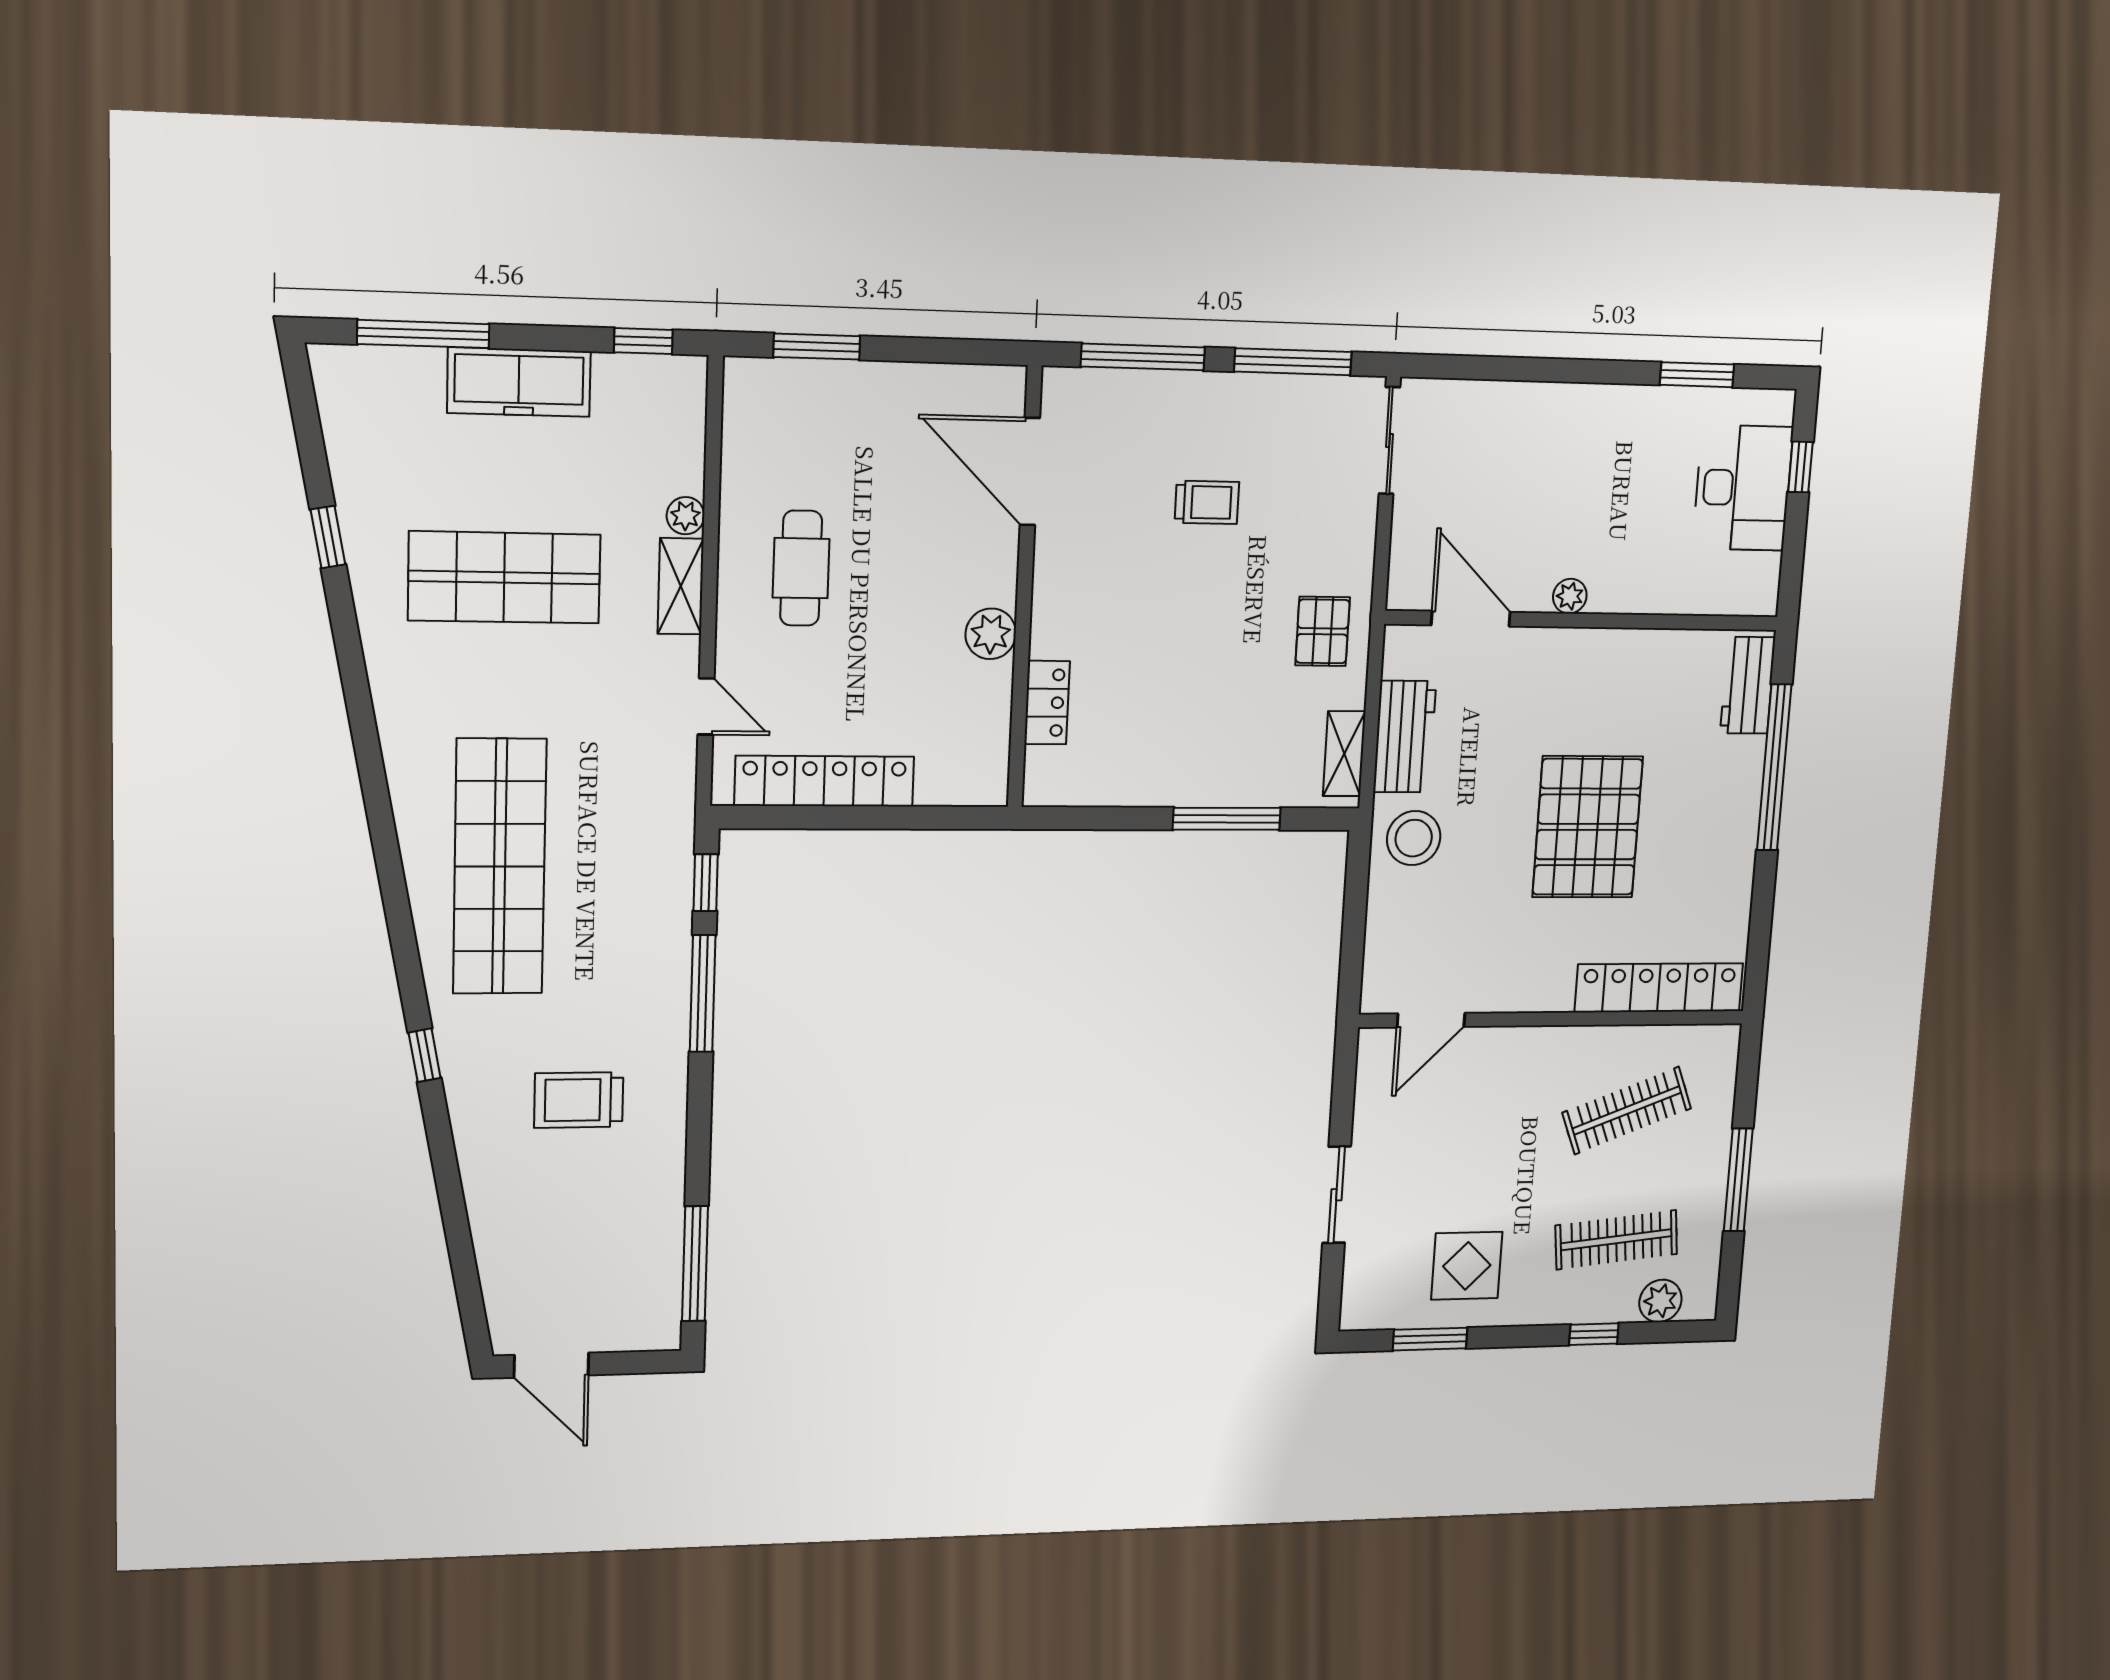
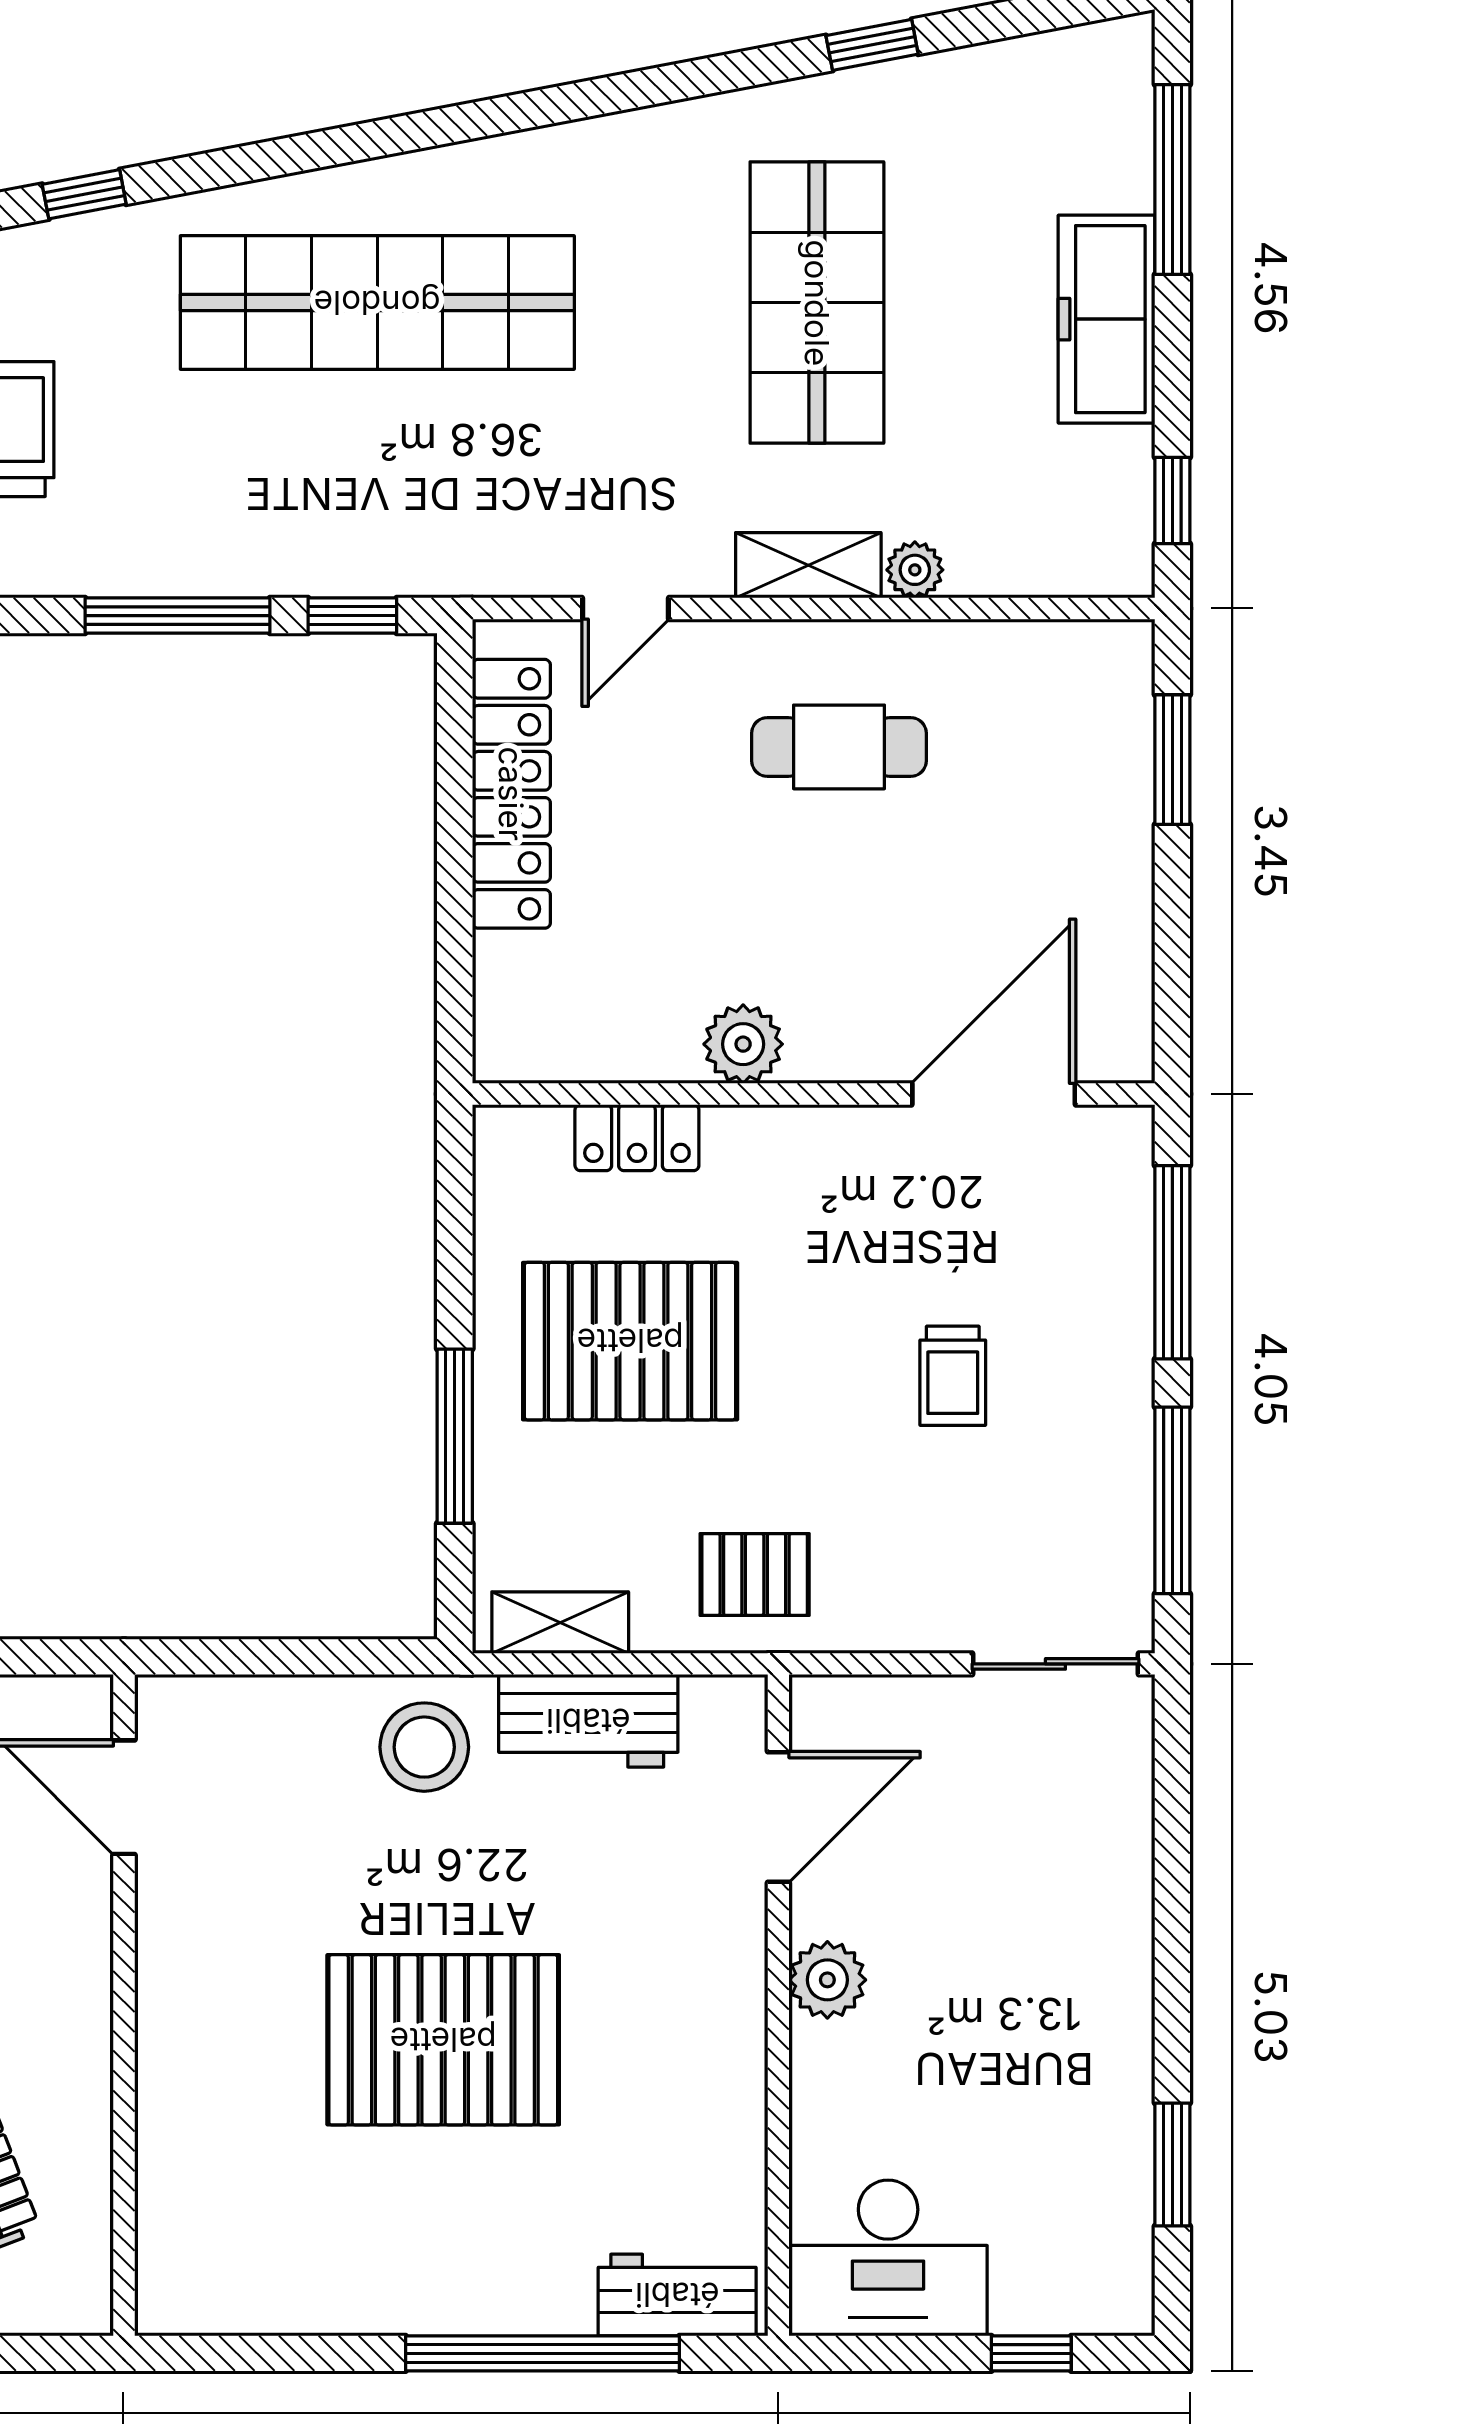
desk: (1743, 488) -> (888, 2258), moved
plant: (1570, 596) -> (827, 1980), width x1.38, depth x1.38
pallet: (1174, 708) -> (630, 1341), added
locker: (1659, 988) -> (175, 2185), removed

